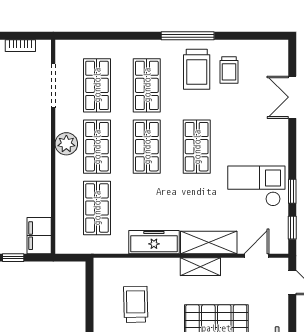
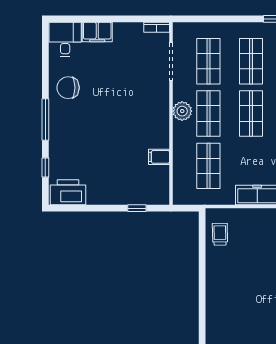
bookcase: (20, 46) -> (157, 27), moved
filing cabinet: (39, 236) -> (159, 157), moved, width x0.50
trolley: (136, 304) -> (220, 234), moved, width x0.73, depth x0.72

